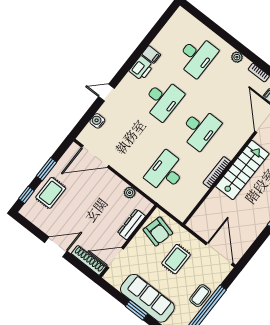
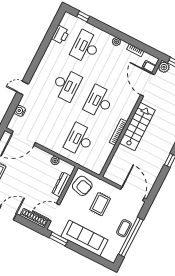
window: (201, 17) -> (83, 16), added
filing cabinet: (151, 54) -> (51, 52), removed
desk: (197, 56) -> (86, 47), turned 180
printer: (141, 68) -> (60, 35), moved
desk: (200, 129) -> (99, 102), turned 180
window: (136, 310) -> (59, 239), moved

